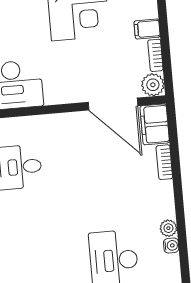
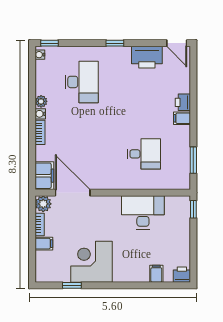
bookcase: (164, 162) -> (40, 132), moved
water cooler: (171, 245) -> (40, 114), moved

